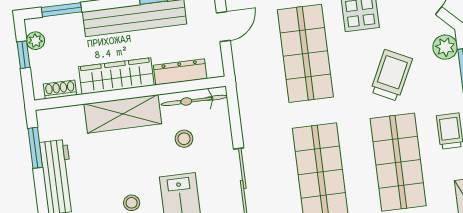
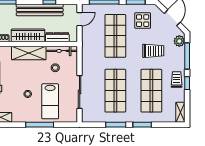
trolley: (391, 75) -> (153, 51), turned 64

